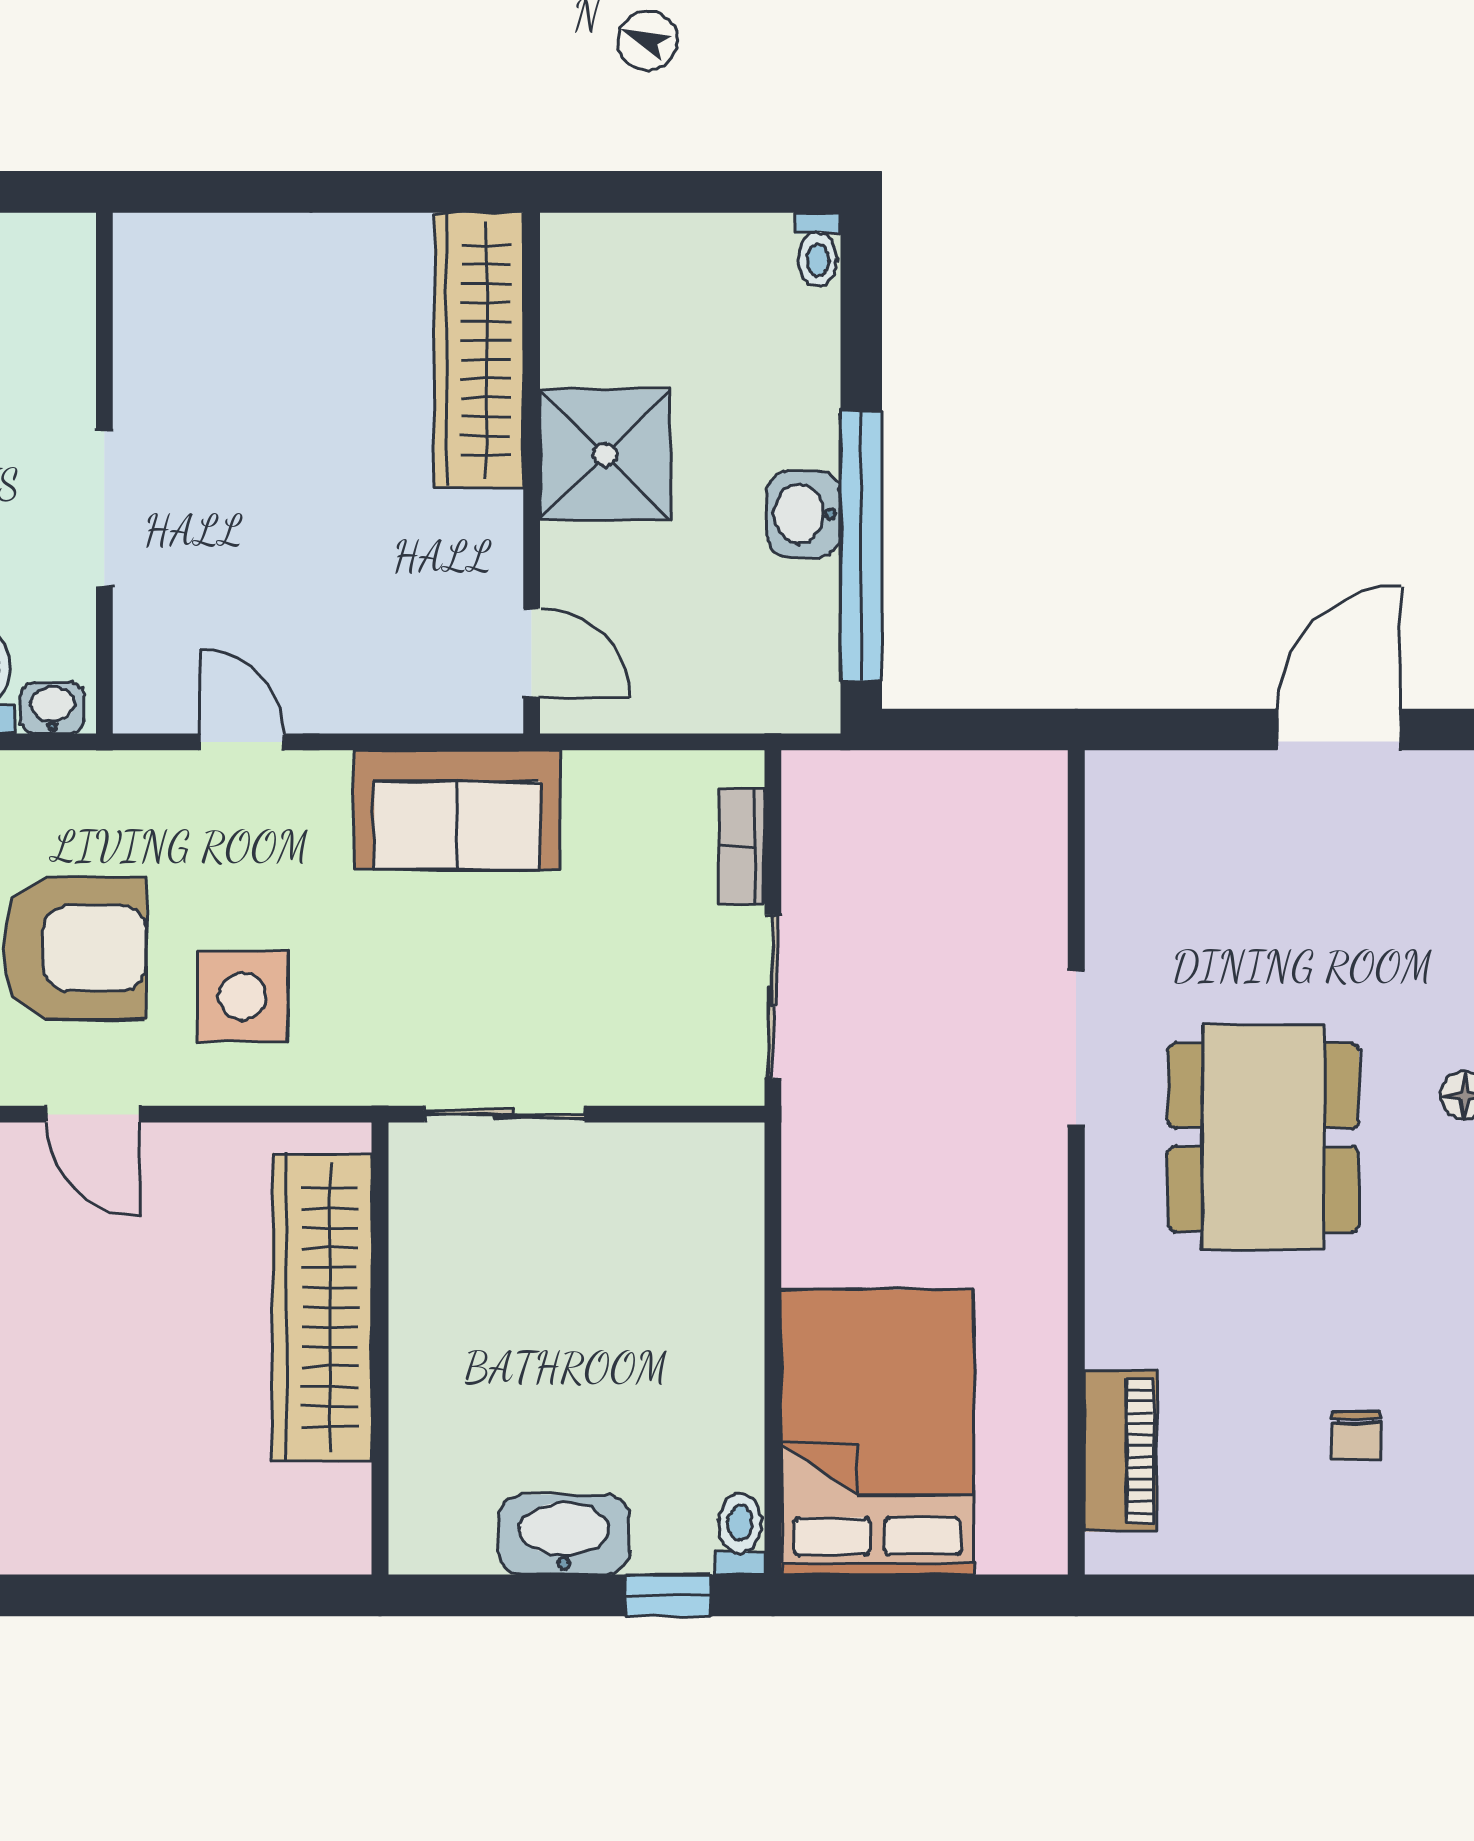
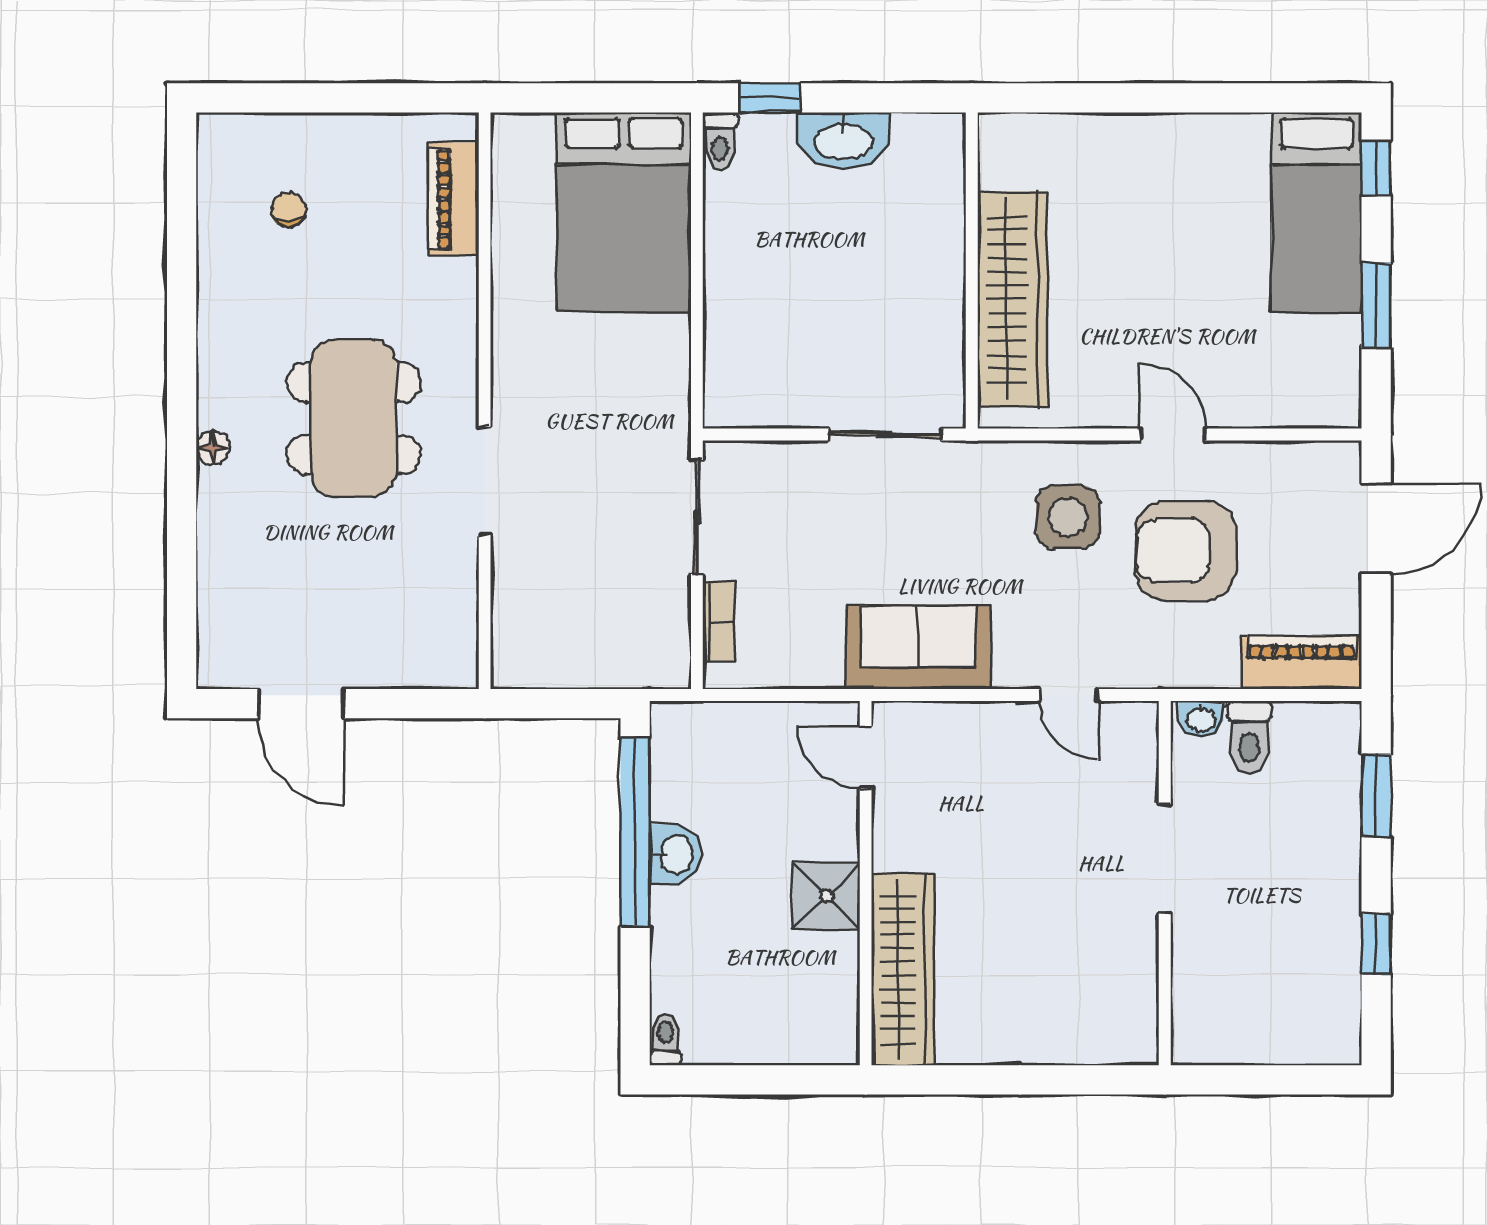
shower: (605, 455) -> (826, 896), width x0.73, depth x0.73
door: (1339, 730) -> (301, 704), hinge flipped

